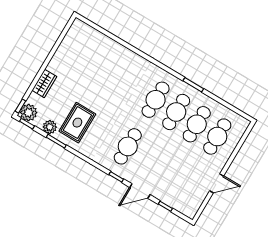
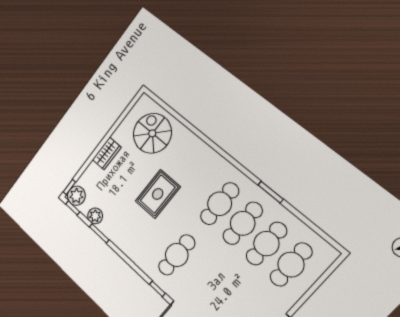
spiral stairs: (89, 51) -> (152, 133), added
wardrobe: (44, 83) -> (107, 153), moved
rug: (77, 123) -> (158, 194), moved

